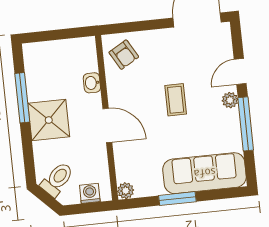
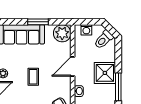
door: (107, 125) -> (73, 66), hinge flipped
plant: (126, 191) -> (62, 33), width x1.88, depth x1.88

